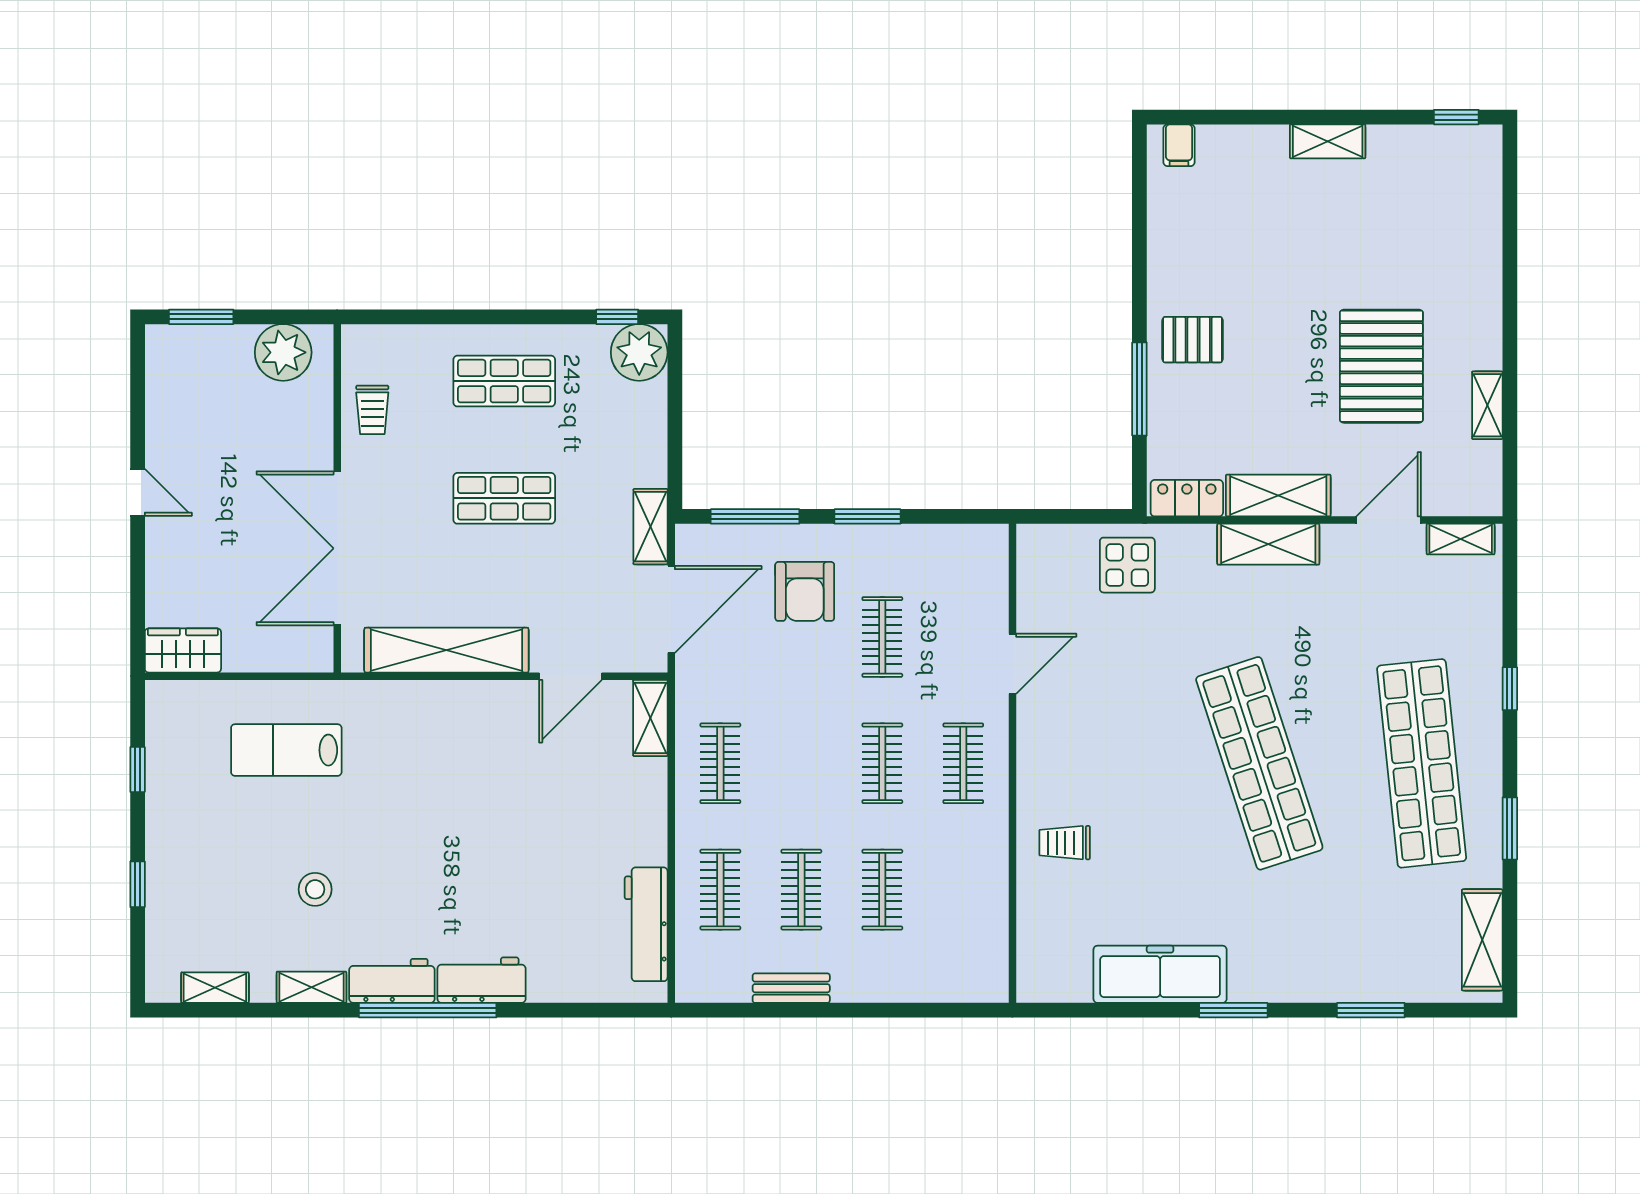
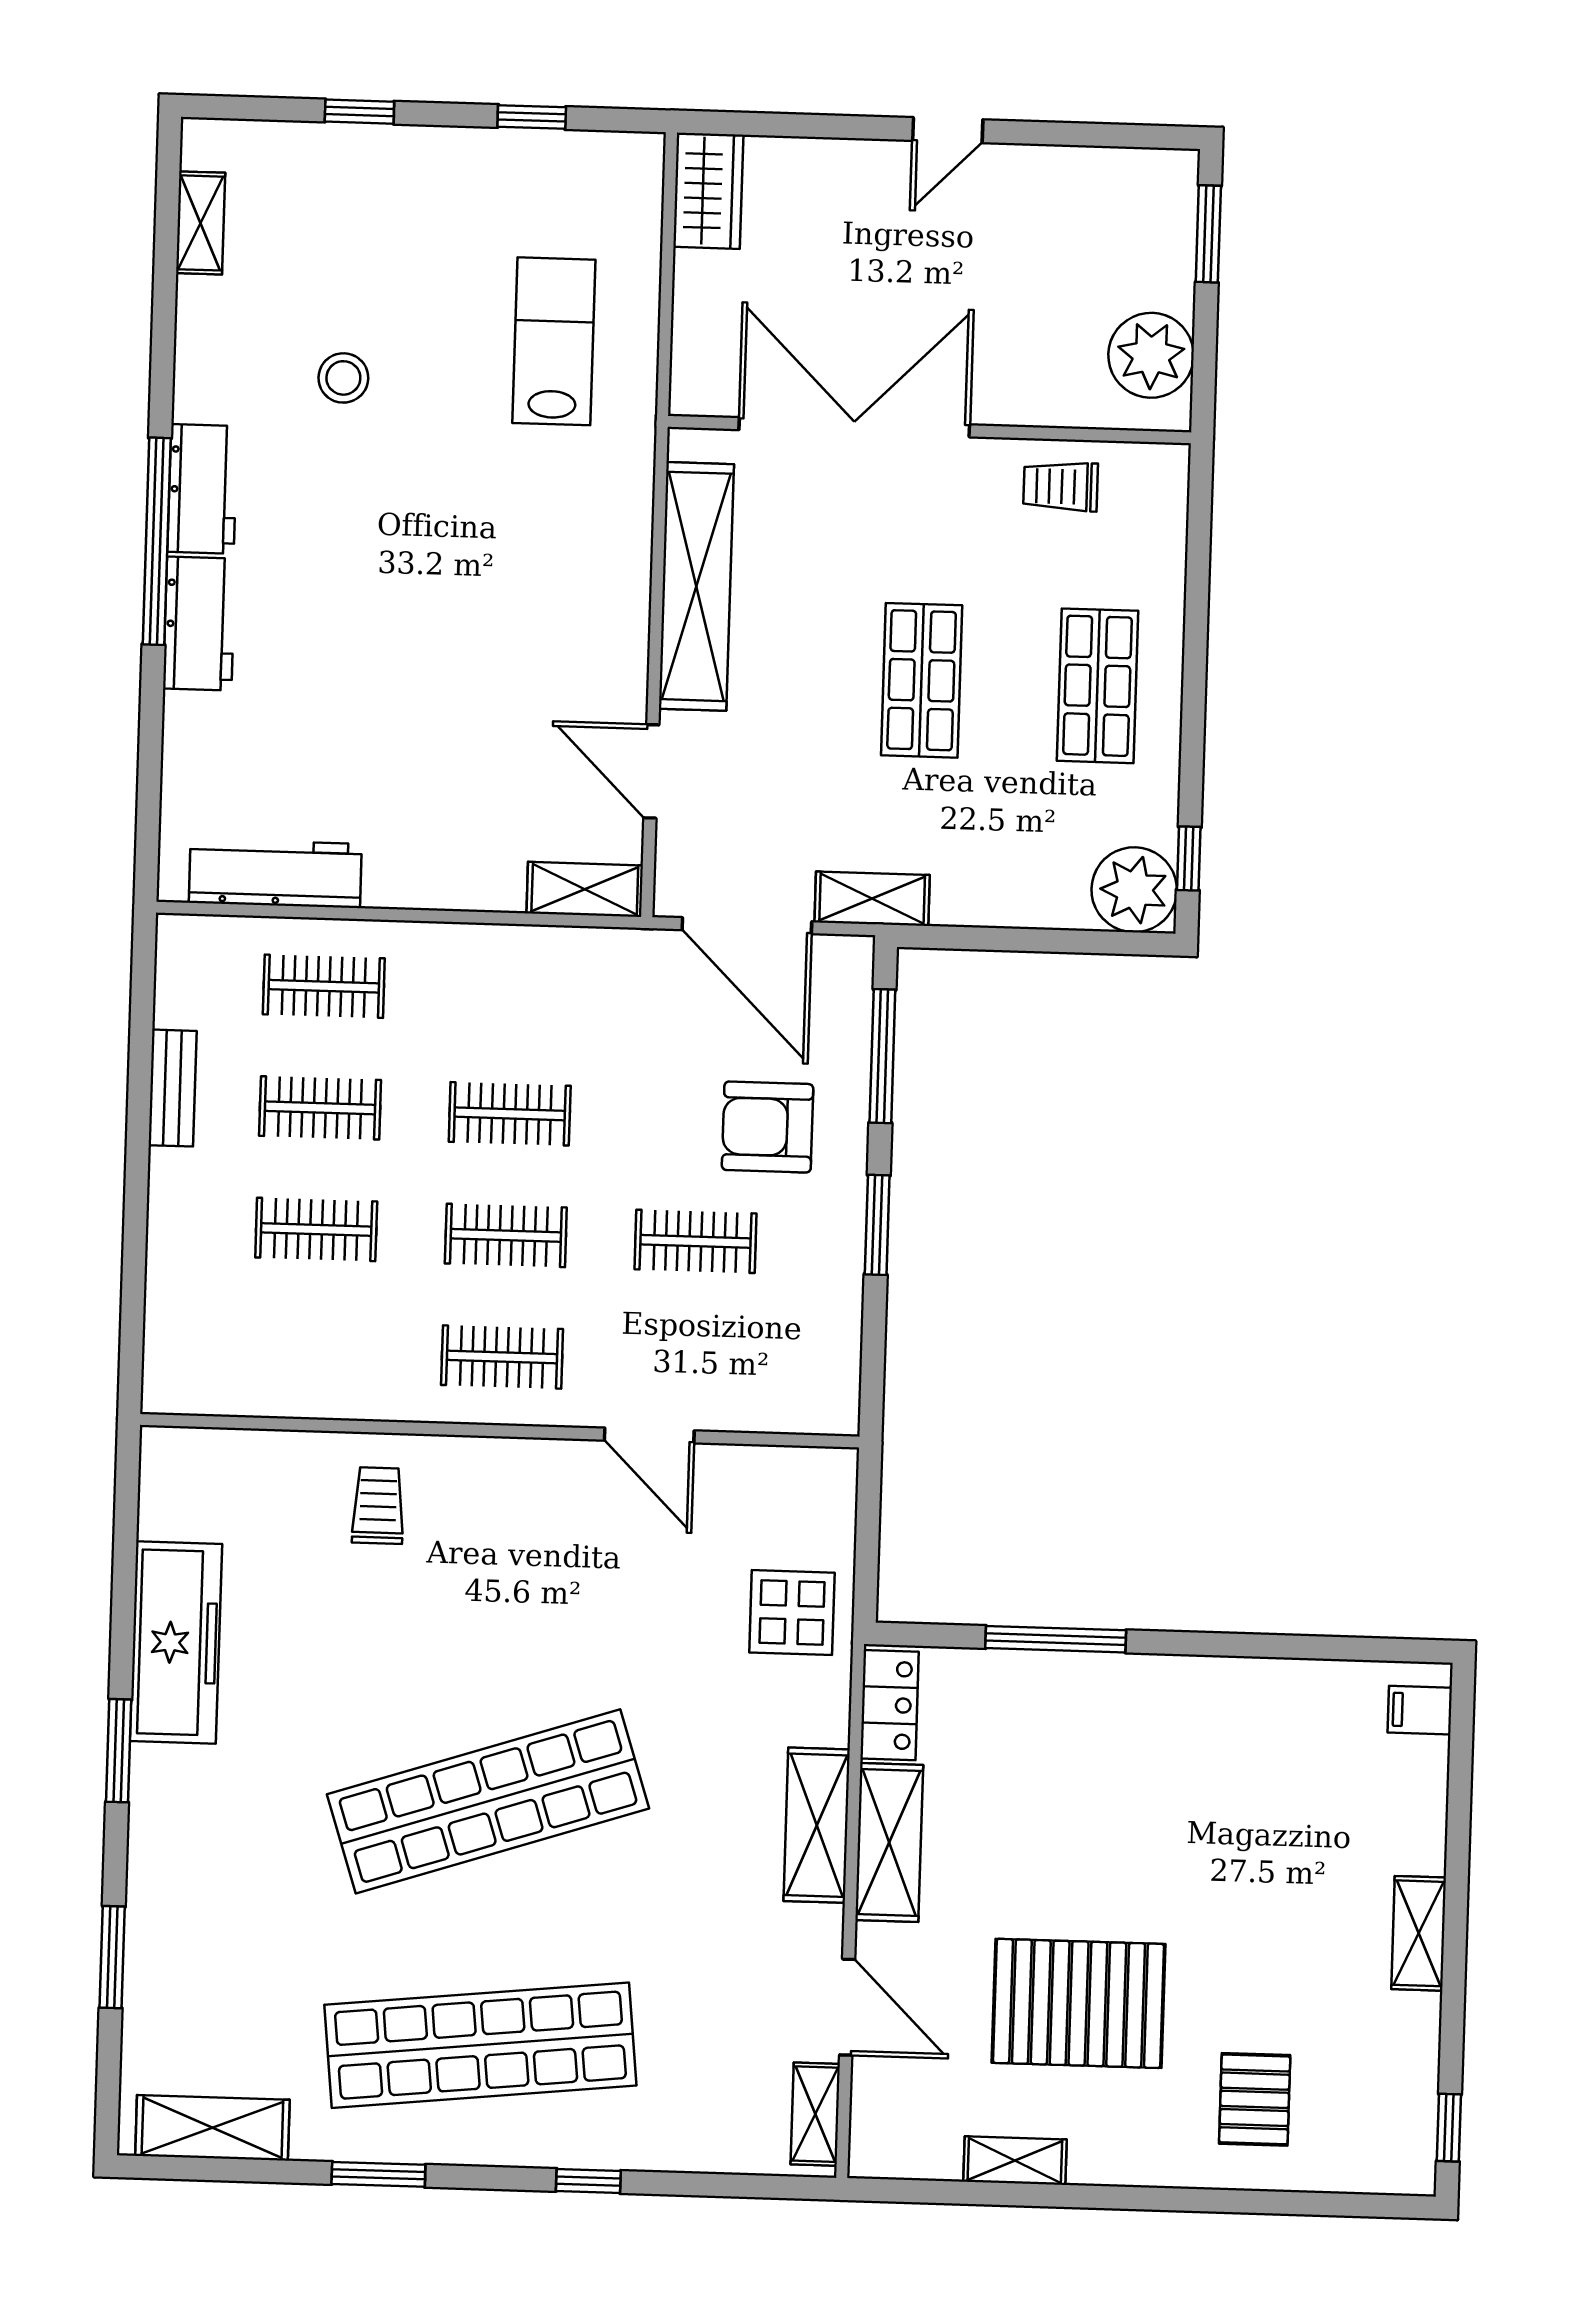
pallet: (1193, 340) -> (1255, 2099), moved
clothes rail: (720, 763) -> (510, 1114), moved
shelving: (311, 987) -> (197, 368), removed

